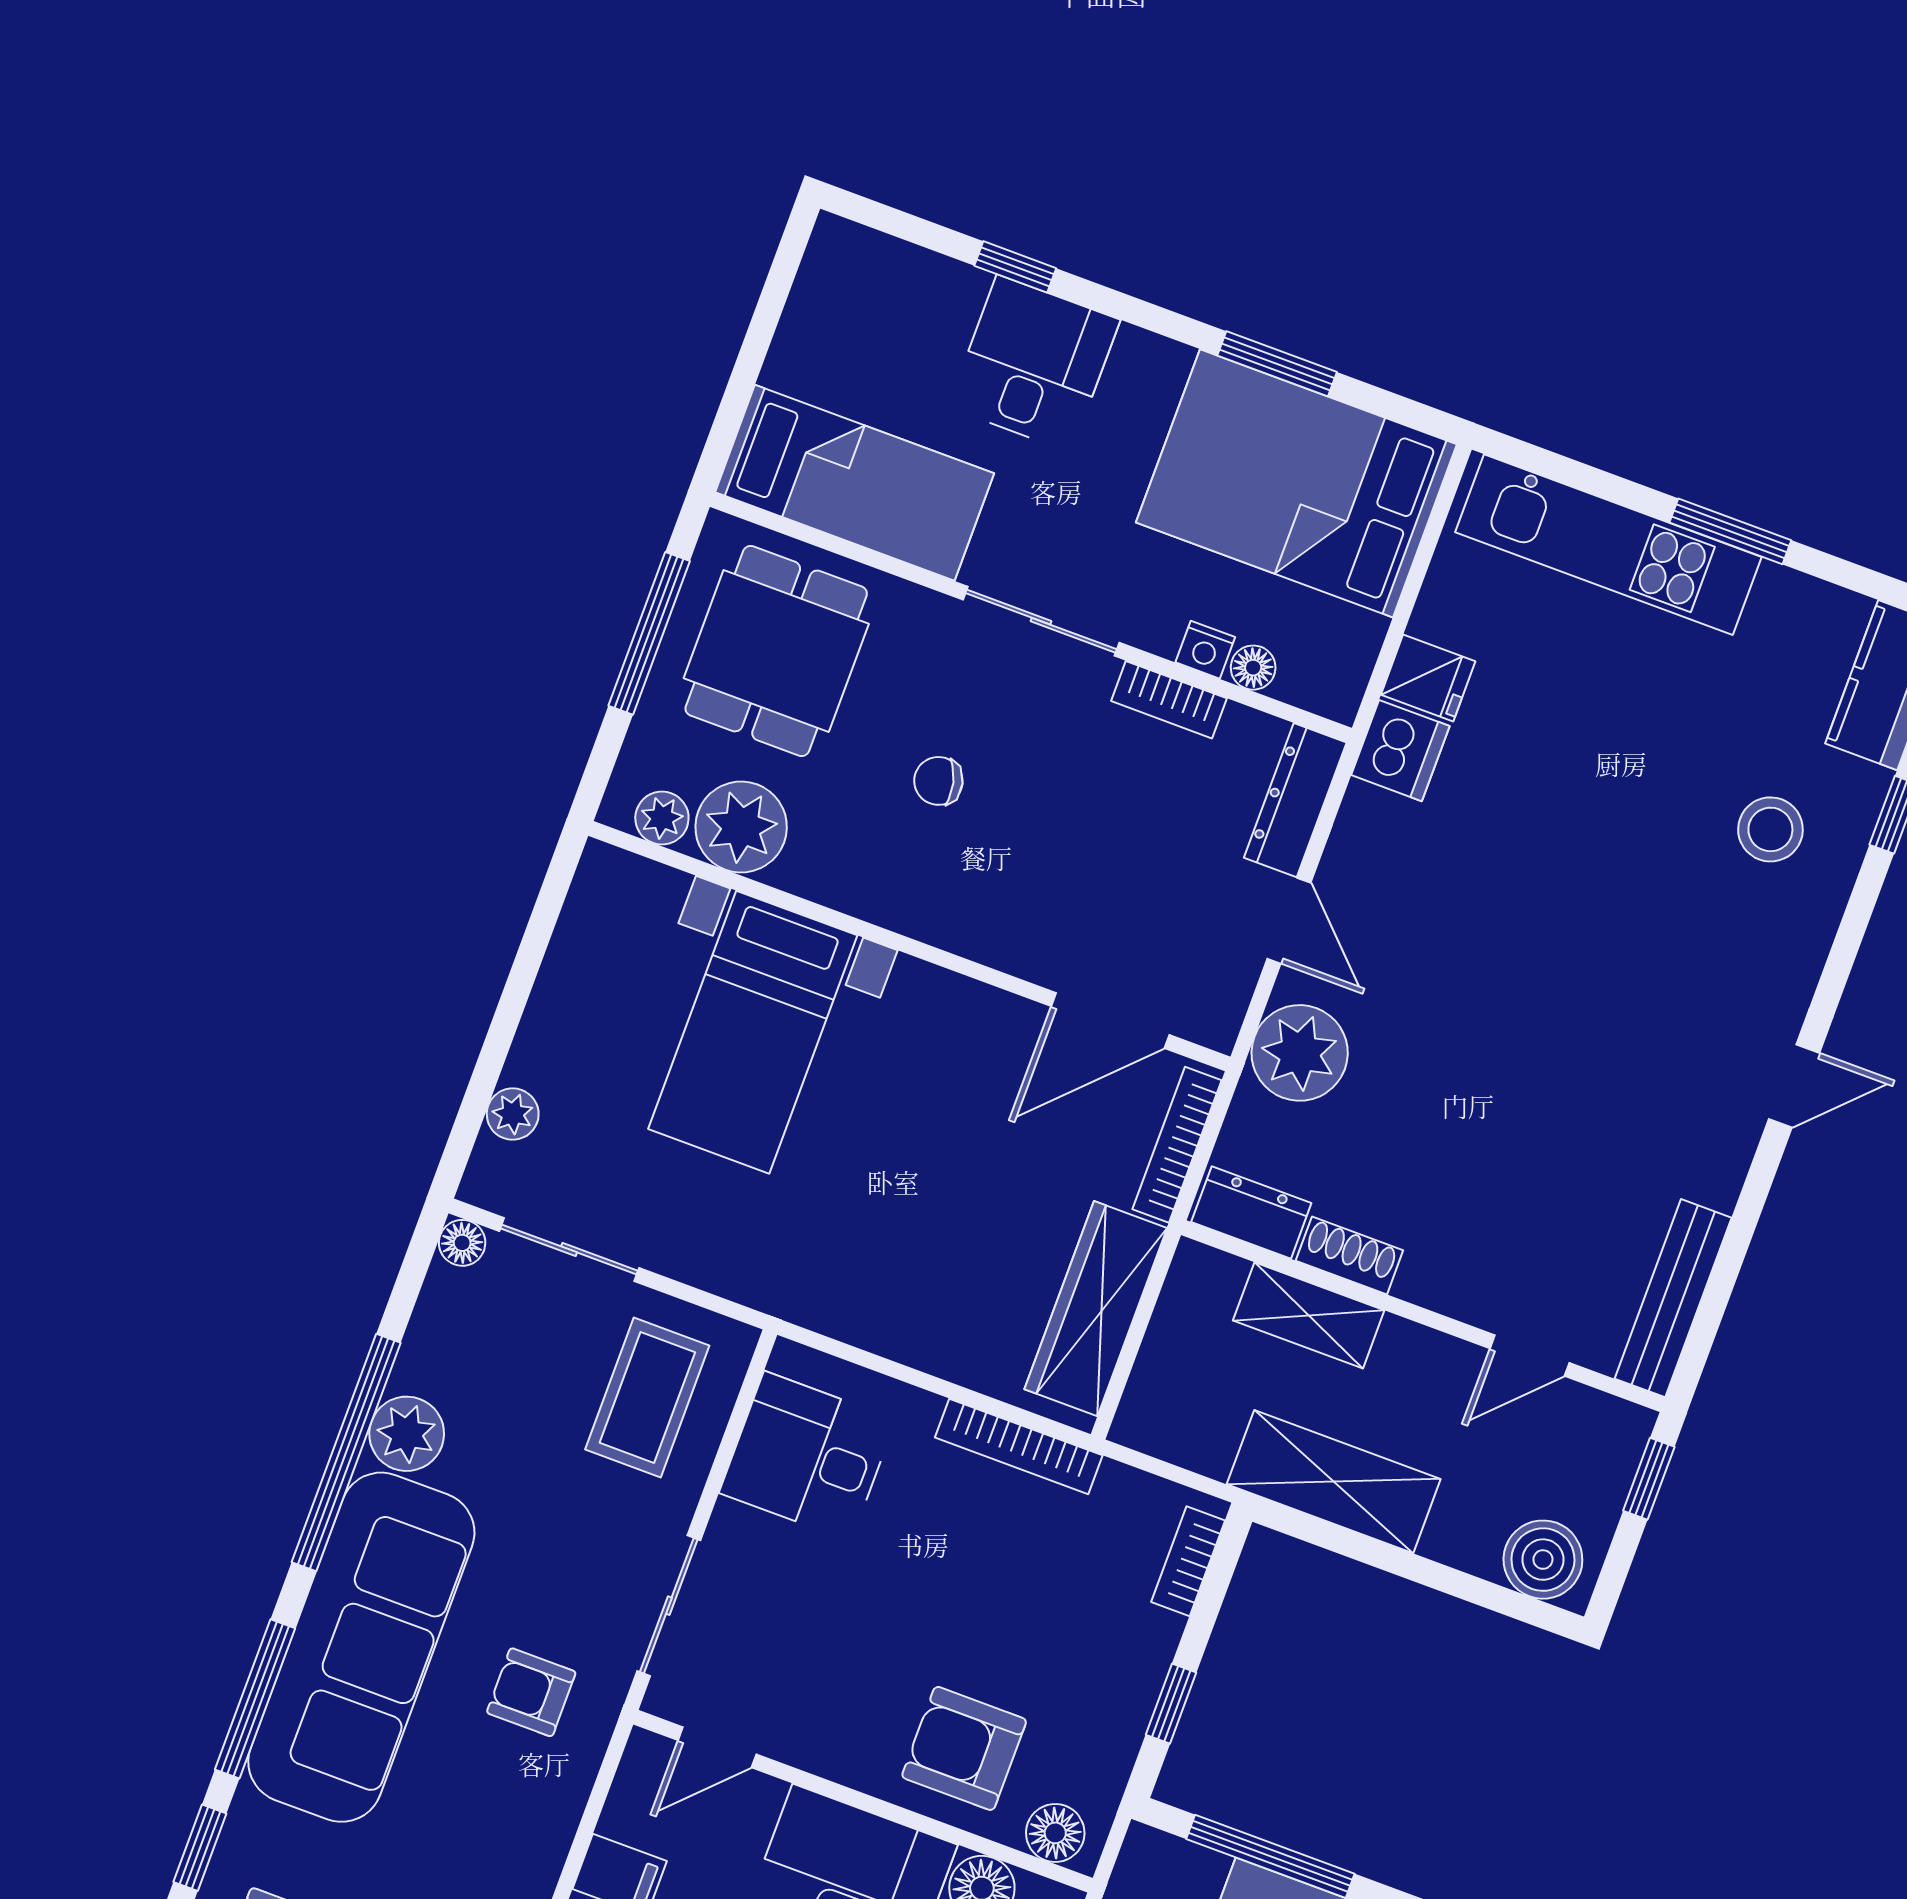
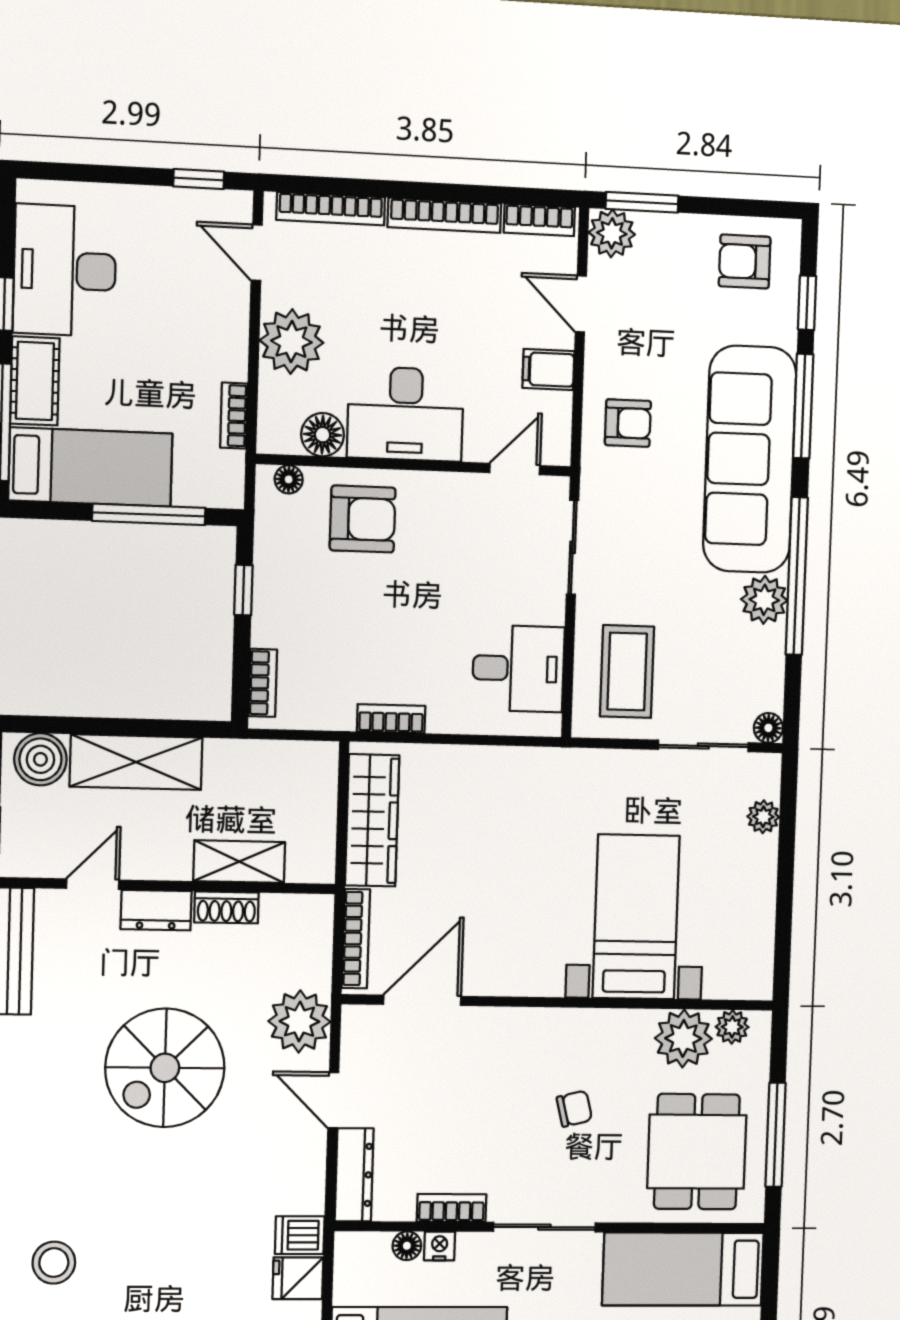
dishwasher: (1400, 751) -> (300, 1235), width x0.73
spiral stairs: (1516, 1055) -> (165, 1068), added
dresser: (1251, 1213) -> (156, 910), moved
bookcase: (1019, 1446) -> (391, 719), width x0.64
shelving: (1334, 1482) -> (136, 762), moved
armchair: (531, 1692) -> (628, 423), moved
floor lamp: (1055, 1833) -> (289, 479), width x0.73, depth x0.73

